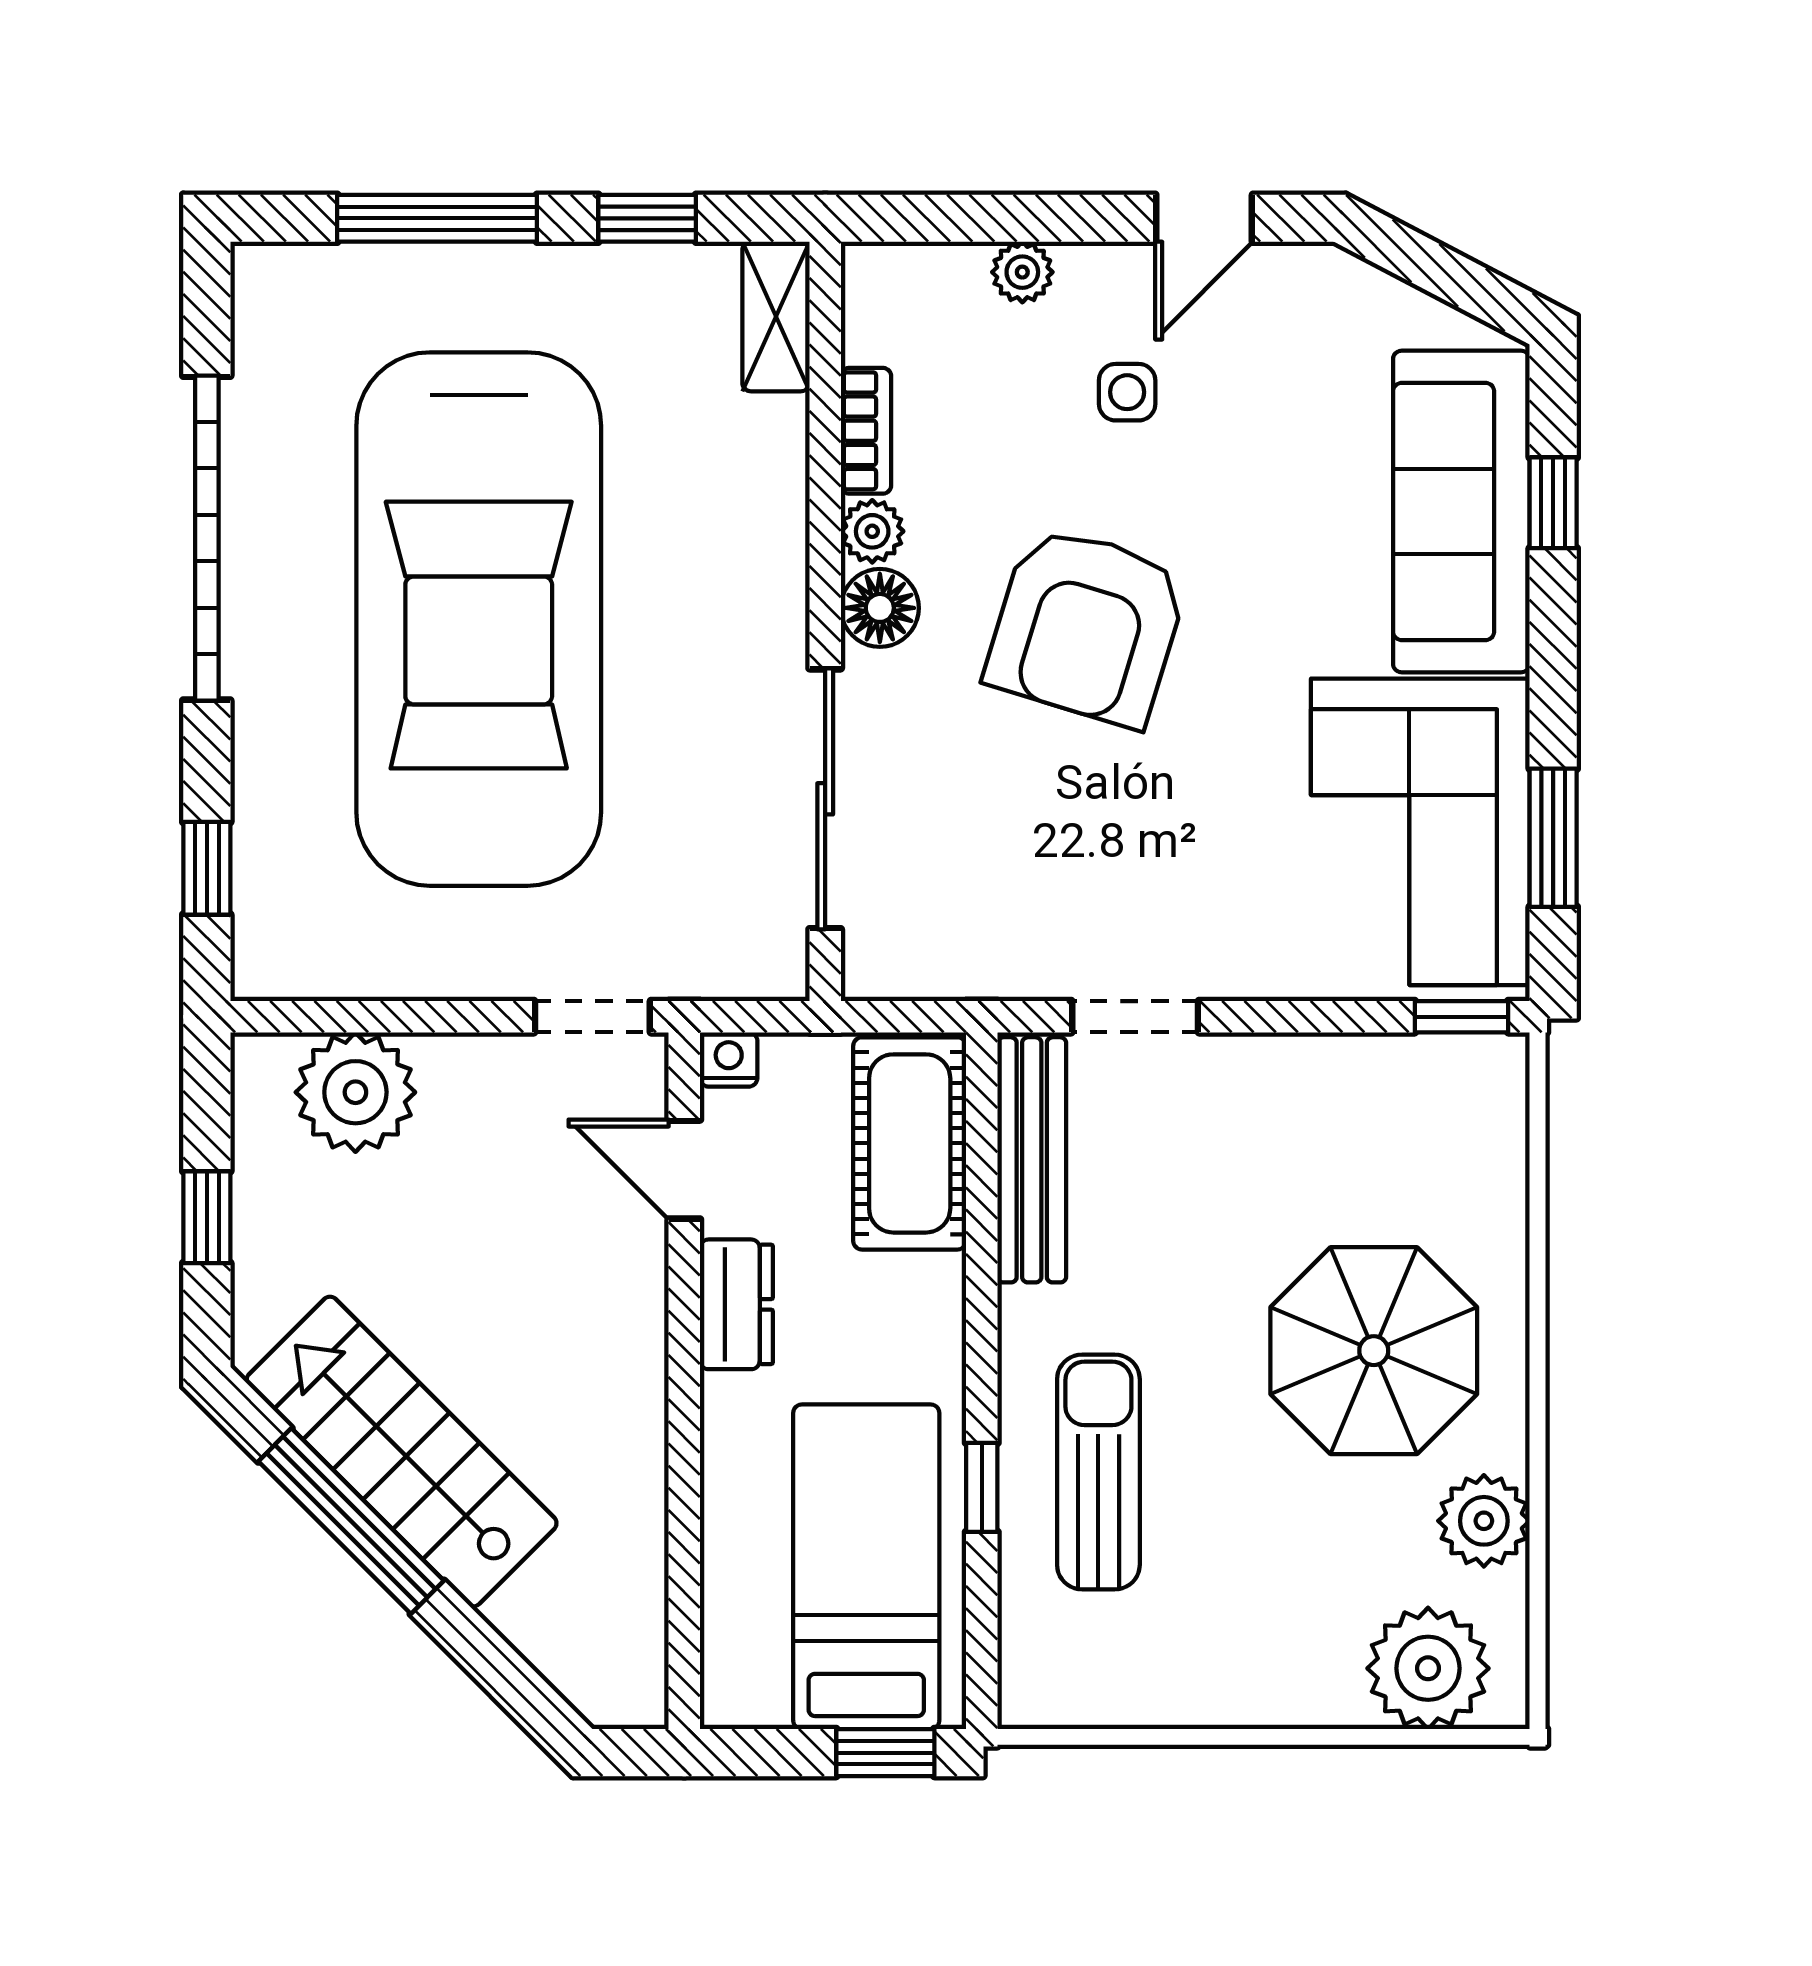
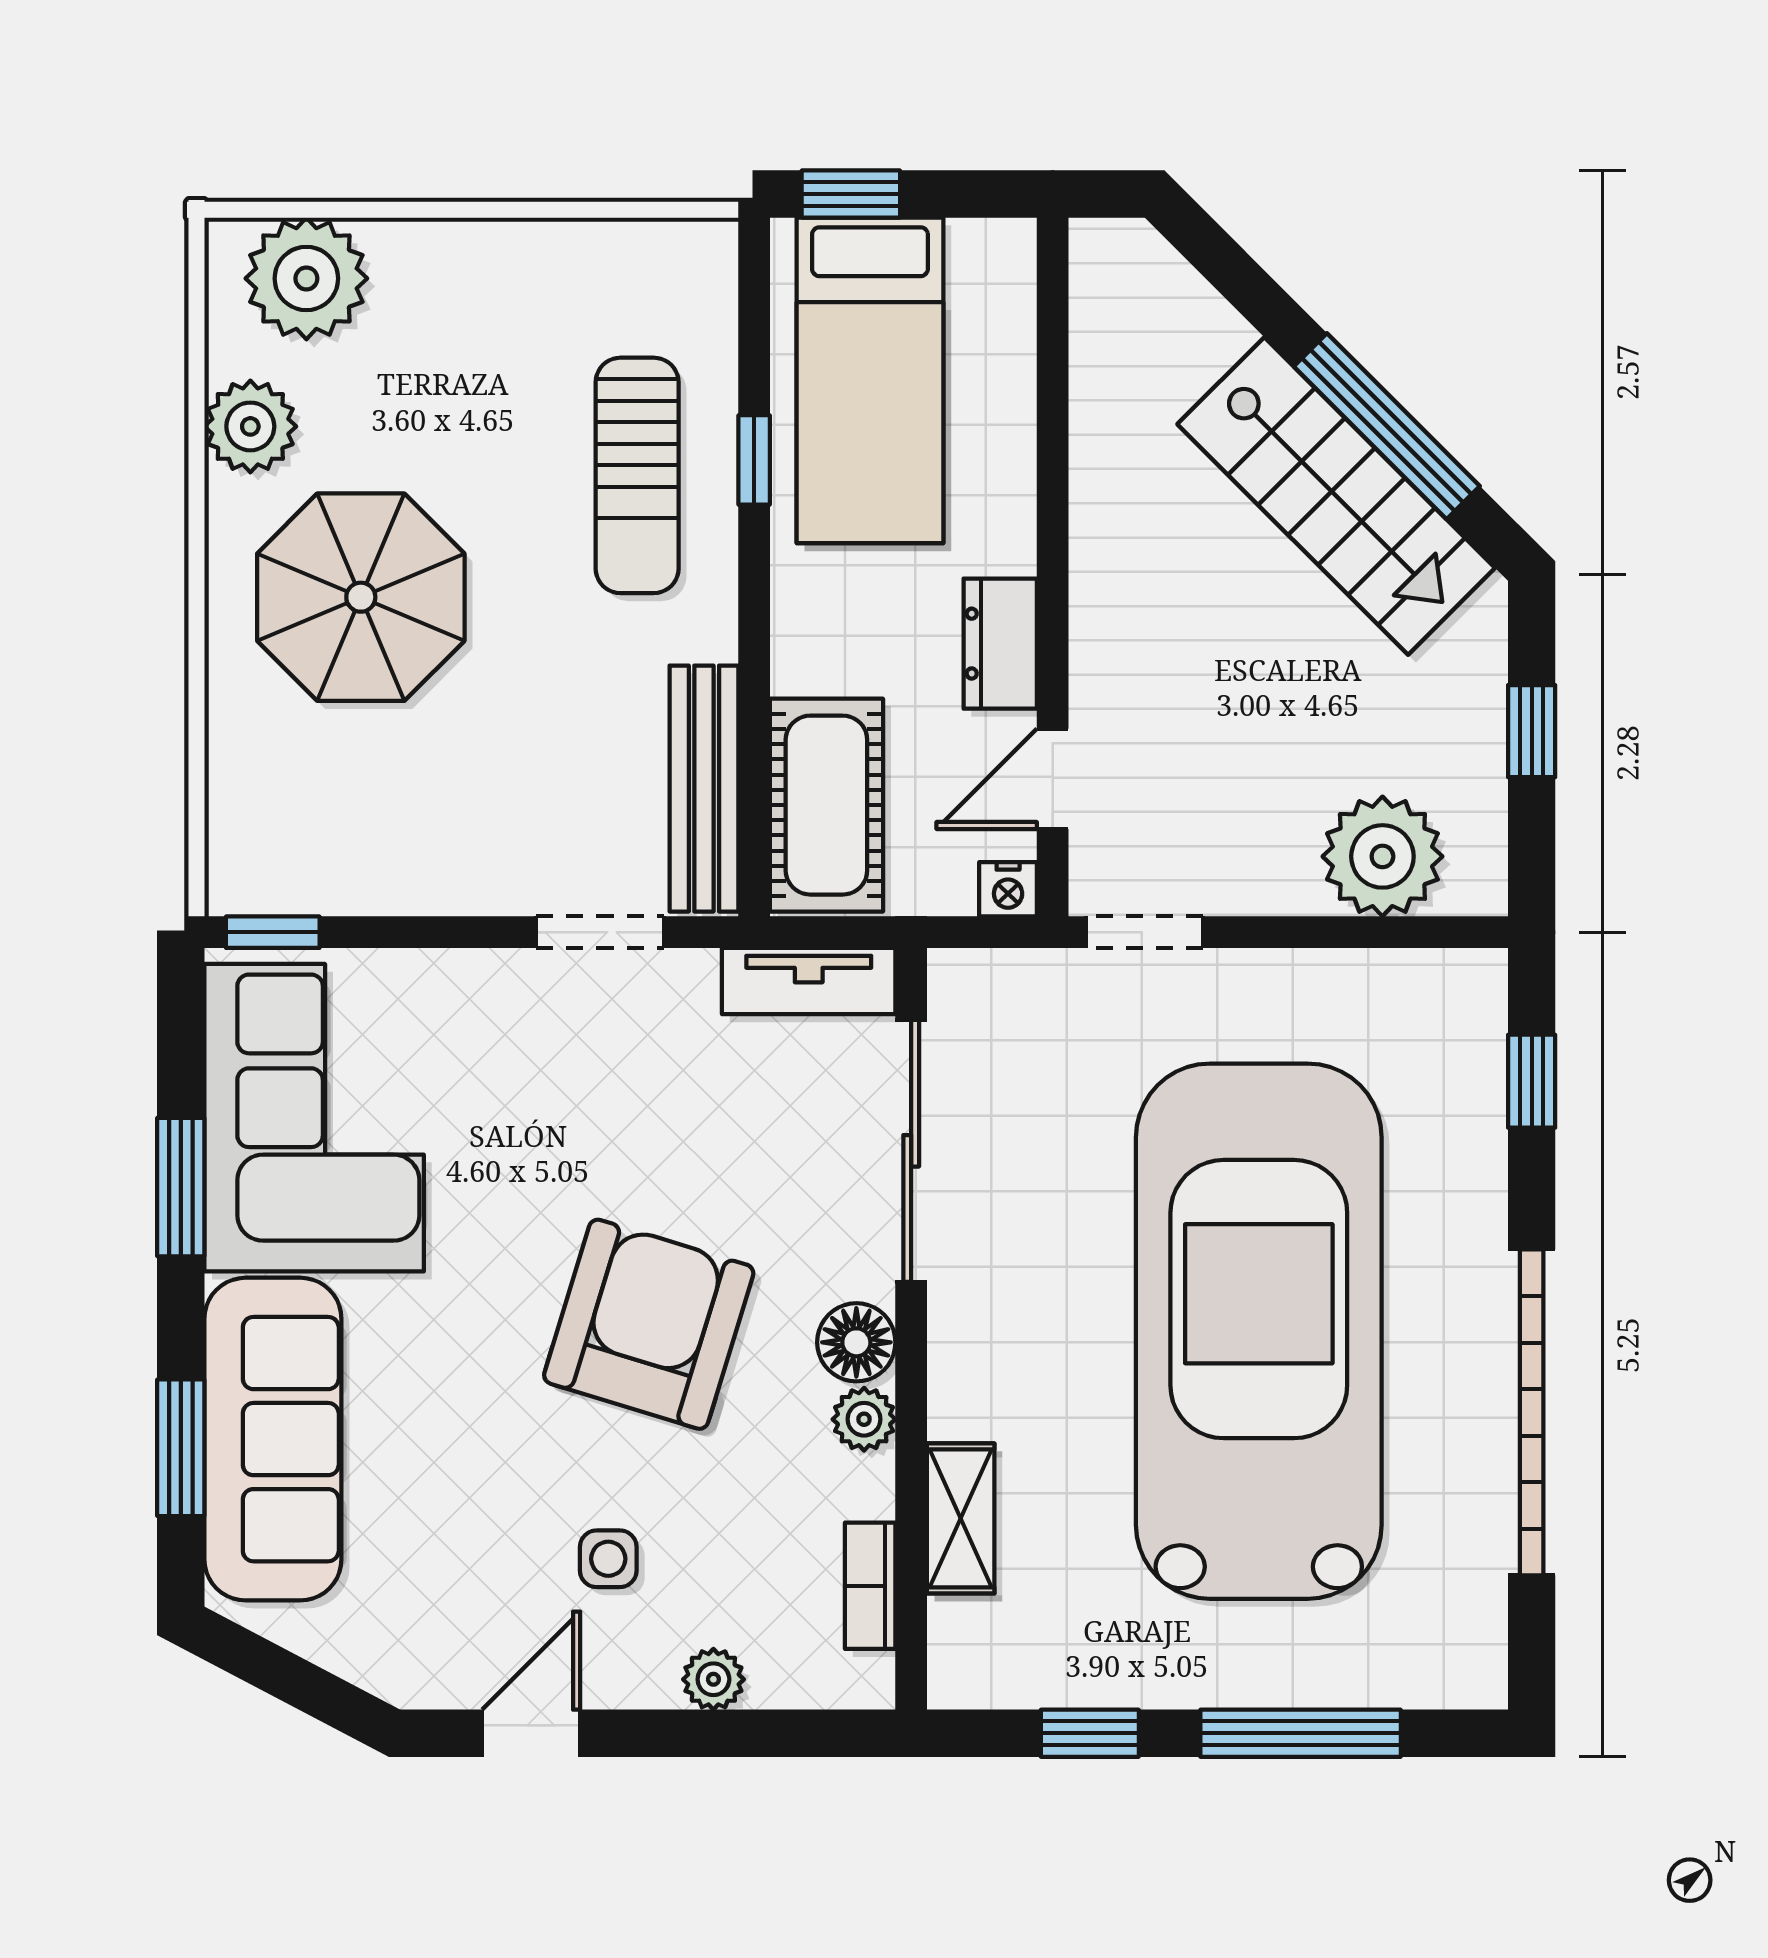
shelving: (776, 317) -> (961, 1518), moved
bookcase: (866, 431) -> (870, 1586), moved
window: (1553, 503) -> (181, 1448), width x1.50
window: (1553, 838) -> (181, 1187), moved
tv unit: (927, 968) -> (809, 981), added
door: (684, 1170) -> (1053, 779), swing flipped

